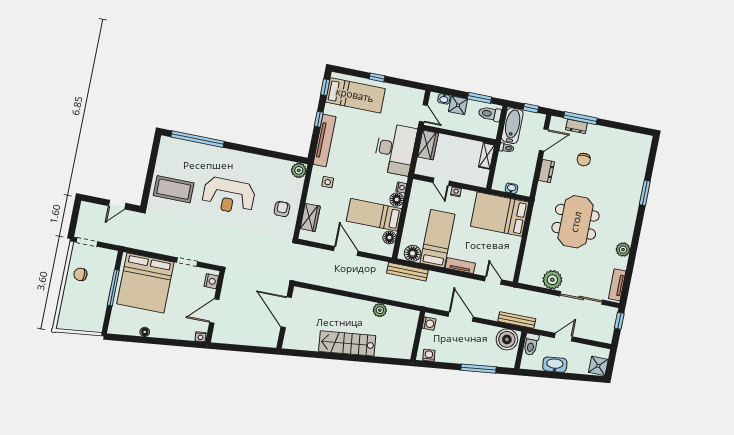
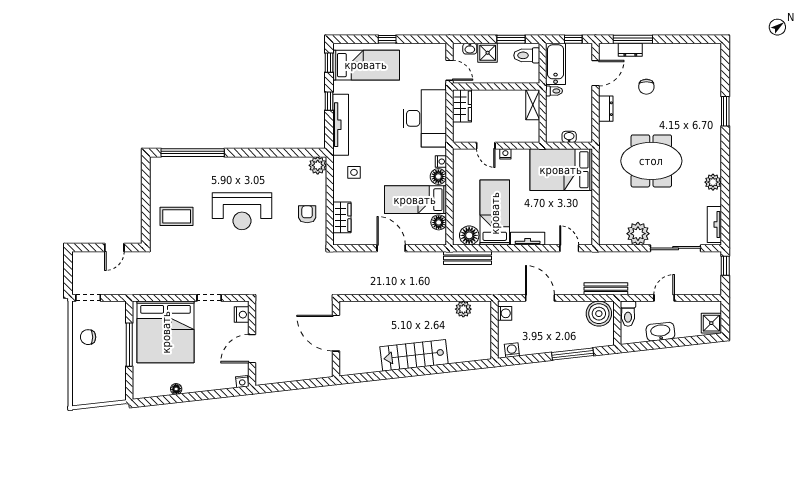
coffee table: (174, 189) -> (177, 216), width x0.73, depth x0.76
meeting table: (576, 222) -> (651, 161), turned 90
plant: (380, 310) -> (463, 309), moved

